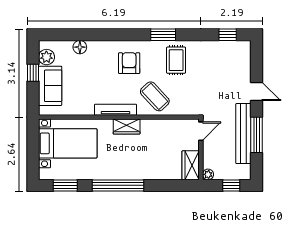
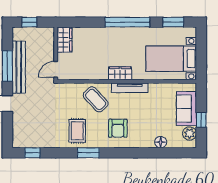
plant: (208, 174) -> (50, 32), removed

